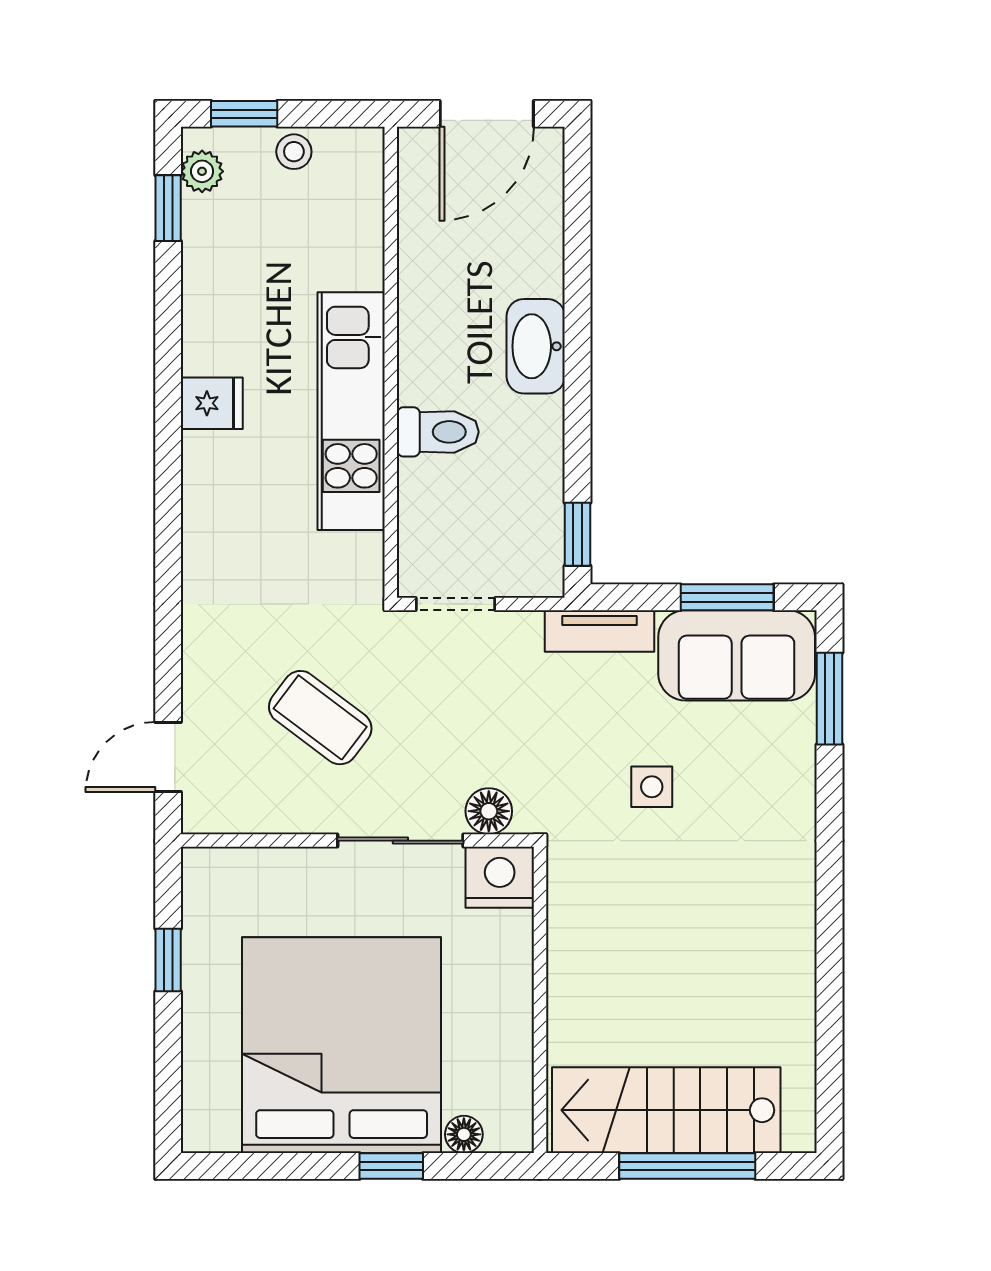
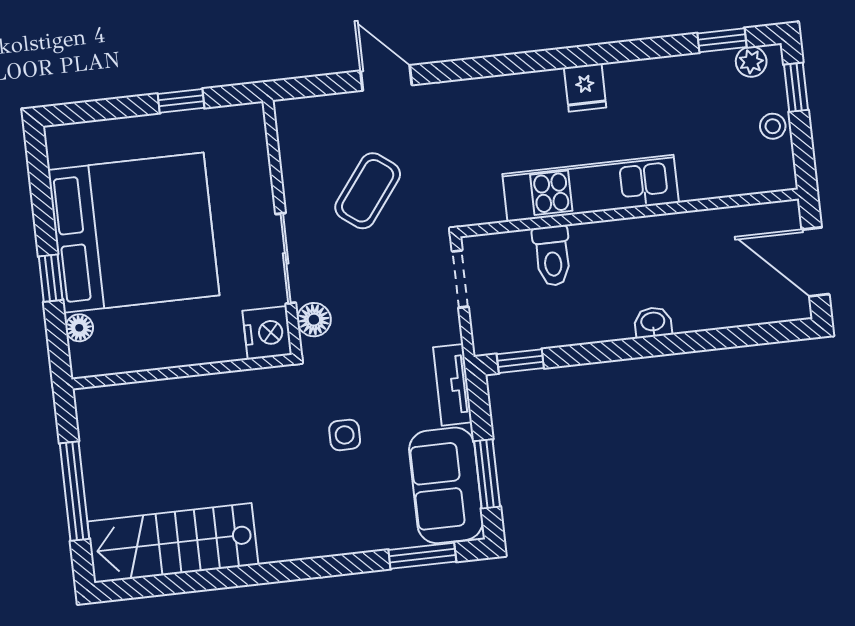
washbasin: (536, 346) -> (653, 322), width x0.52, depth x0.69
toilet: (438, 432) -> (552, 256), moved
door: (168, 757) -> (386, 78), moved
stairs: (666, 1110) -> (173, 543), moved, turned -90

